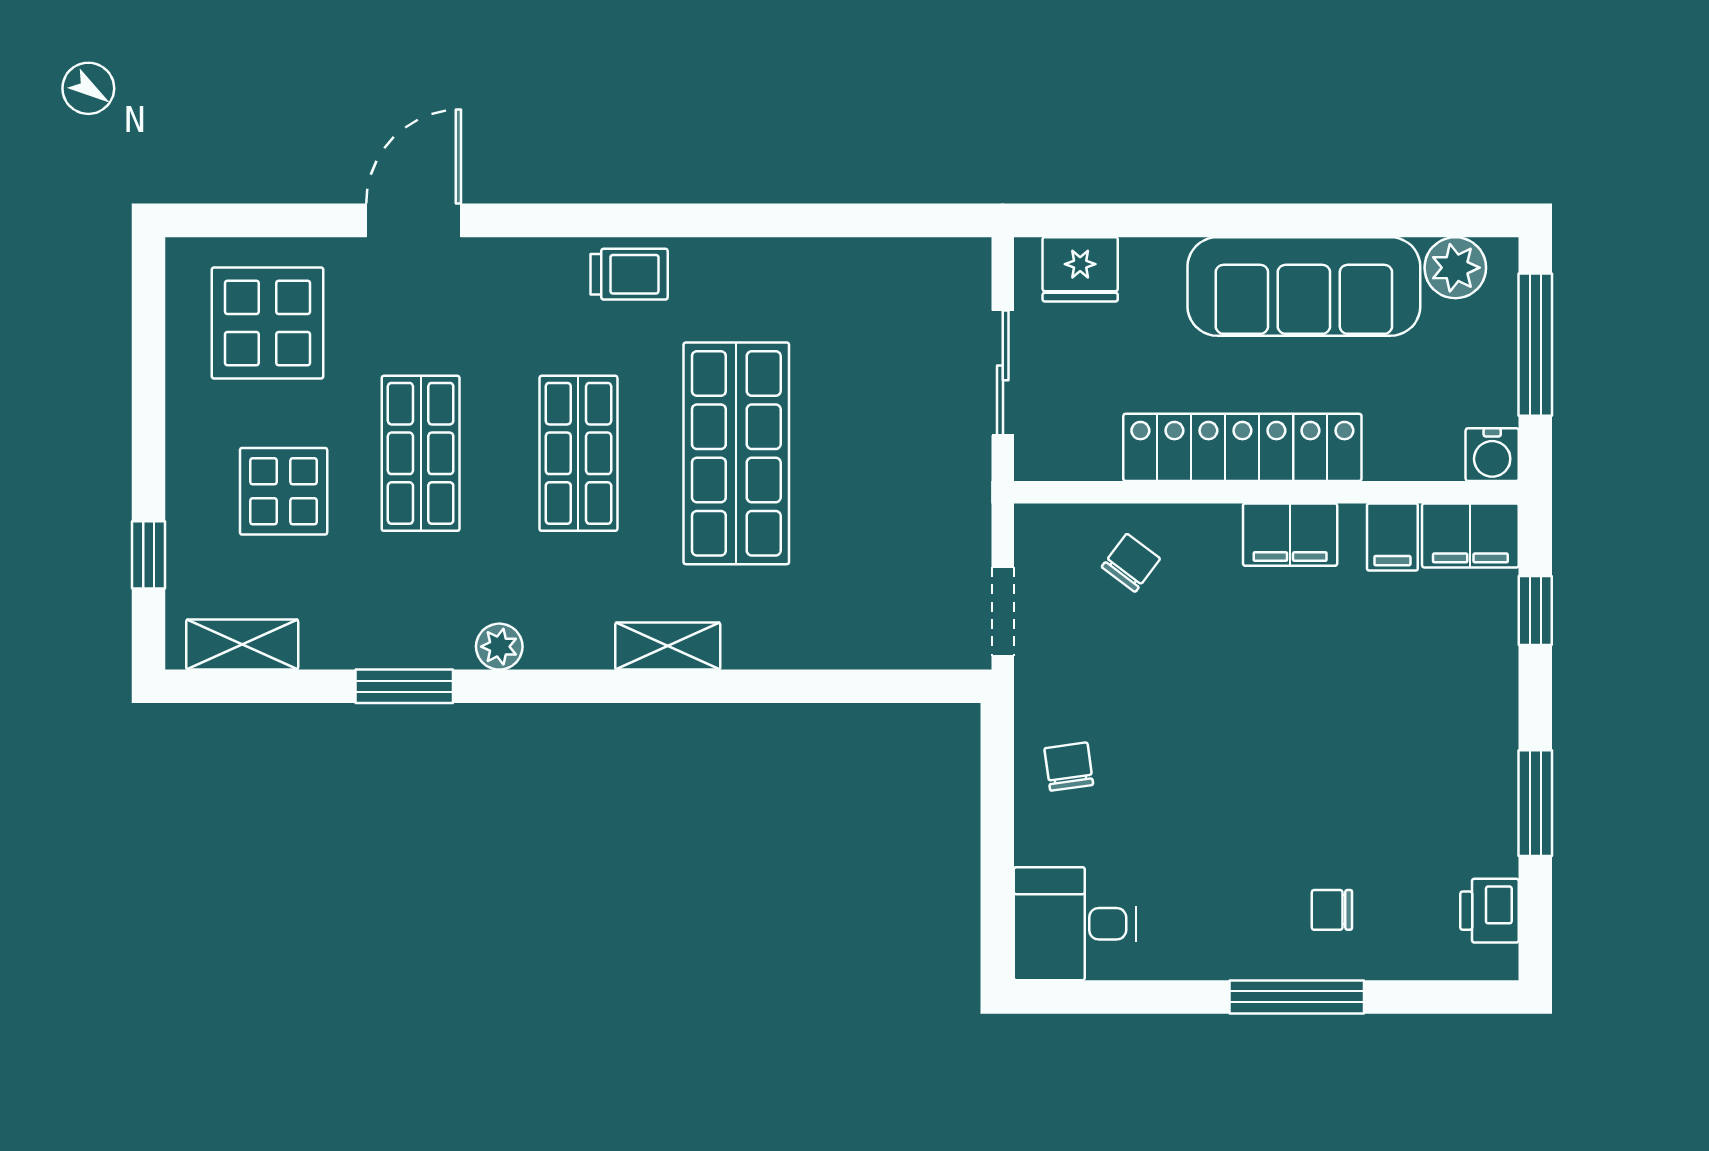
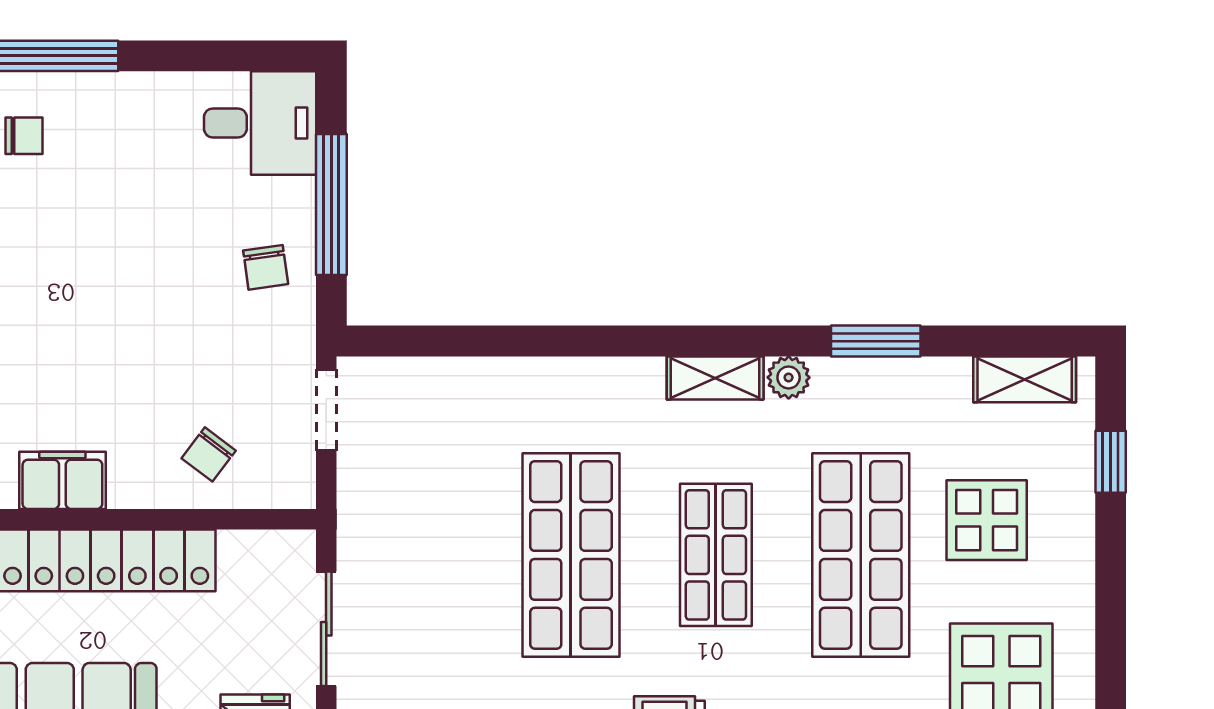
shop shelf: (421, 453) -> (861, 555), width x1.43, depth x1.36
shelving: (668, 646) -> (715, 378), moved
window: (997, 835) -> (331, 204), added

